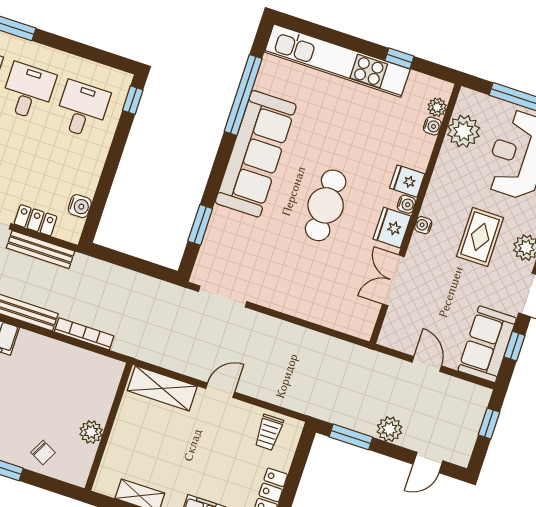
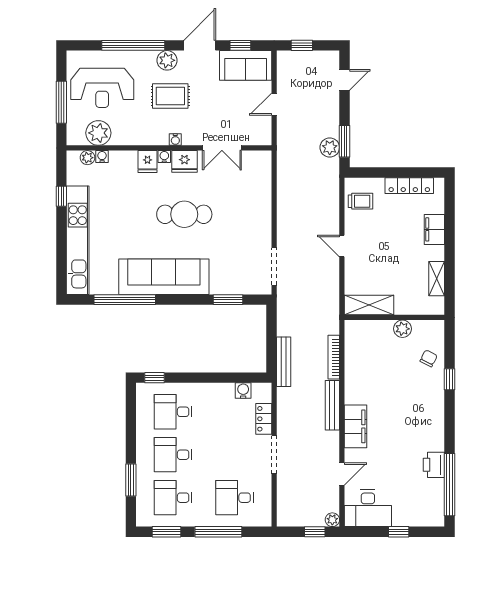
bench: (40, 250) -> (284, 362), moved
shelving: (162, 388) -> (369, 305), moved, turned 90
plant: (389, 429) -> (330, 147), moved
door: (428, 462) -> (344, 80), hinge flipped

